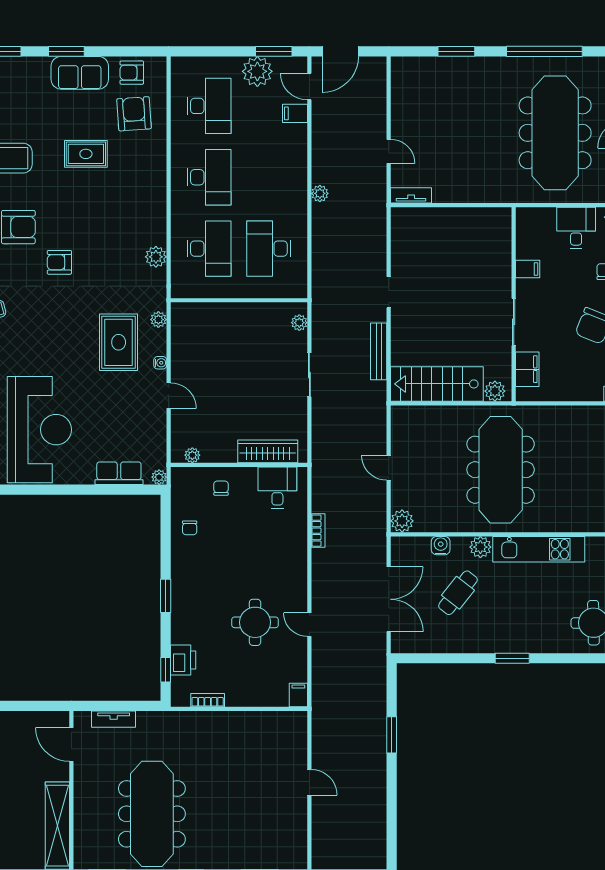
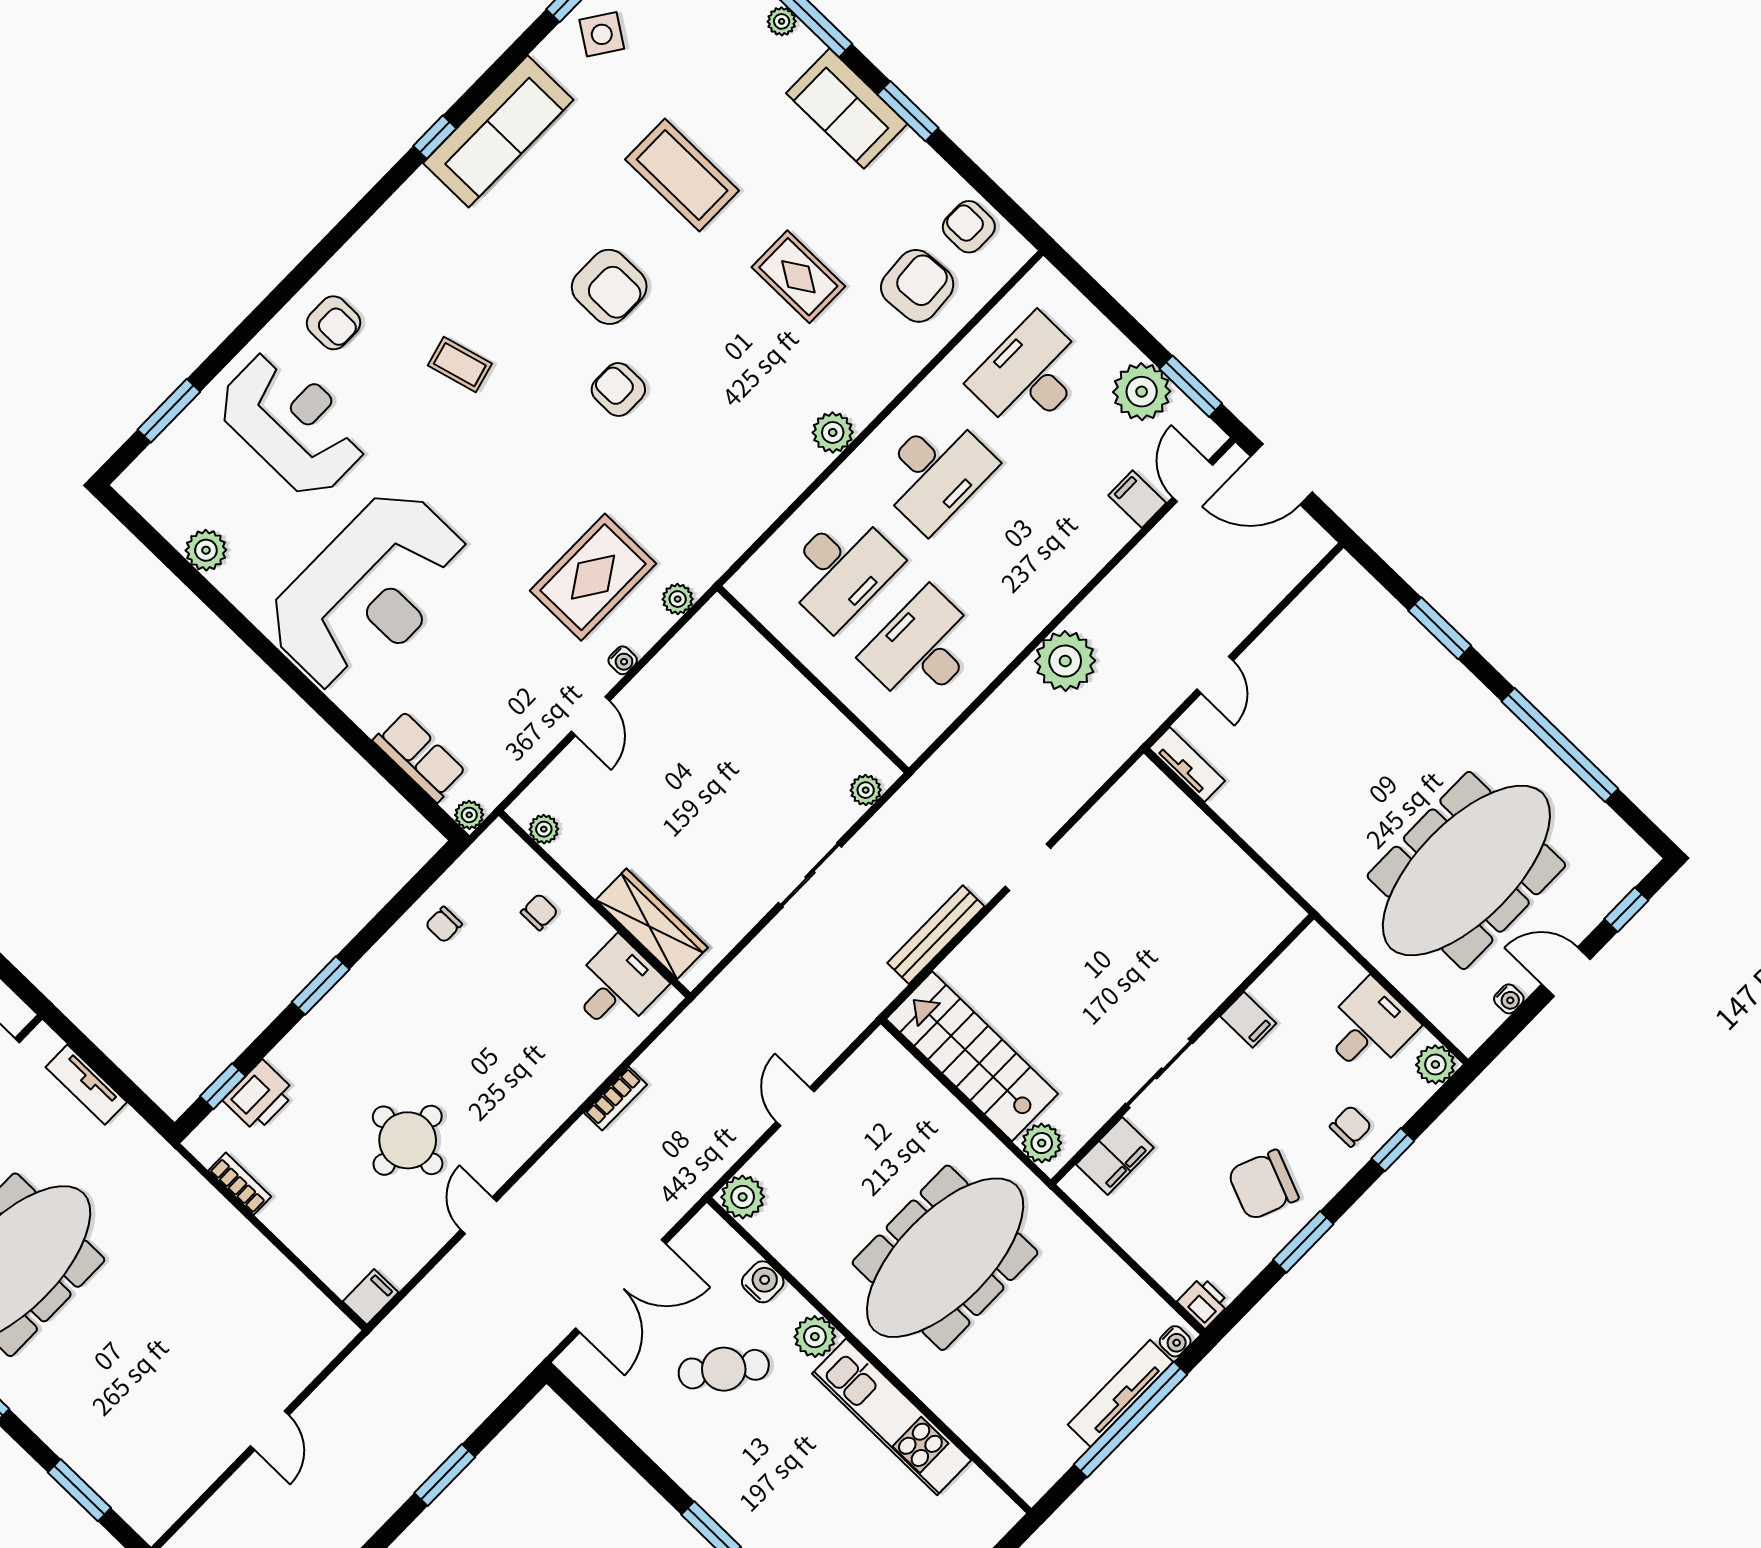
sofa: (80, 73) -> (847, 109), moved
desk: (209, 106) -> (1030, 375), turned 180
plant: (320, 193) -> (1065, 661), width x1.87, depth x1.87
plant: (156, 257) -> (833, 432), moved

